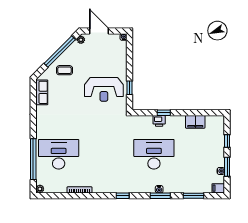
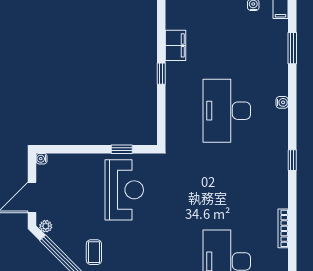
window: (164, 113) -> (161, 74), moved
printer: (159, 121) -> (174, 102), removed
window: (160, 196) -> (292, 101), removed

